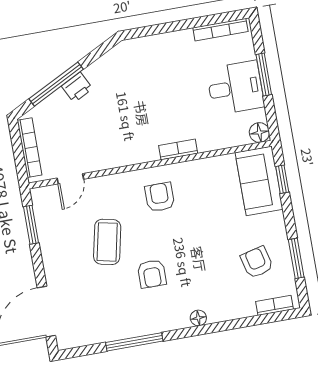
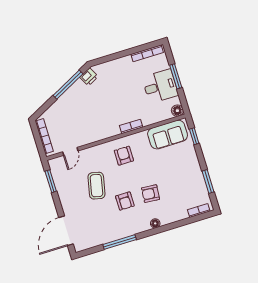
window: (56, 84) -> (68, 85), moved
printer: (77, 87) -> (89, 77), moved
sofa: (259, 181) -> (168, 135), moved, turned -90
armchair: (257, 262) -> (151, 194), moved, turned -71

